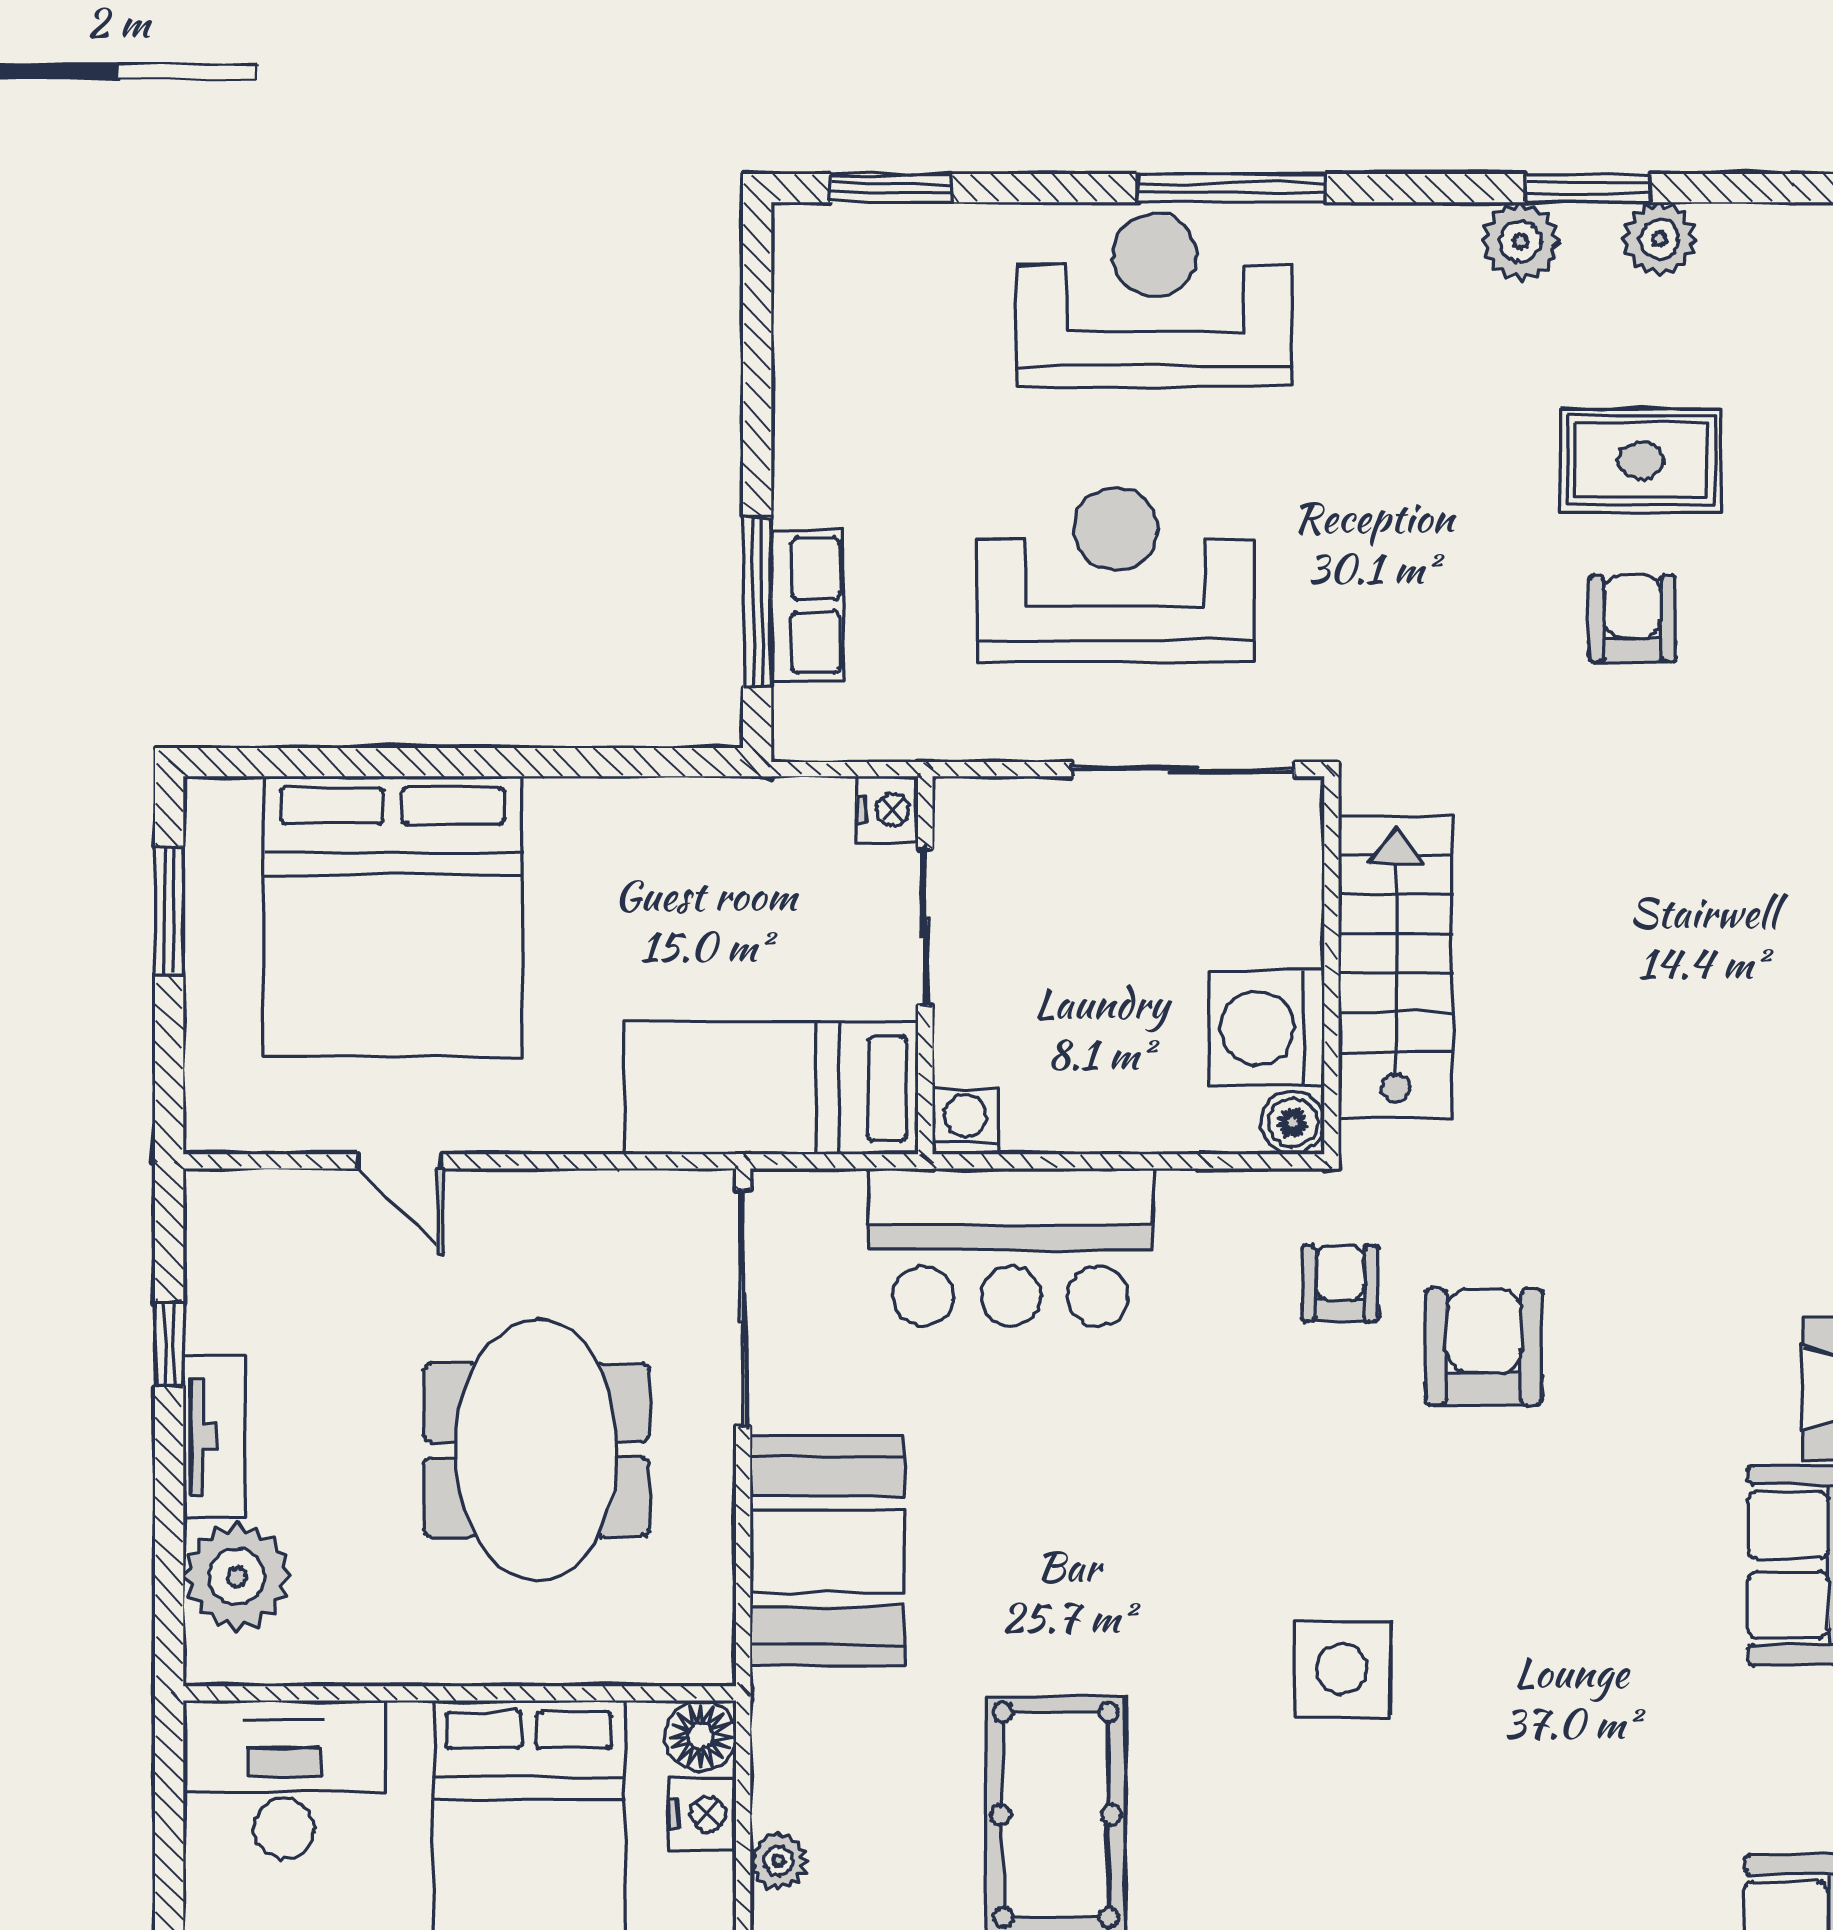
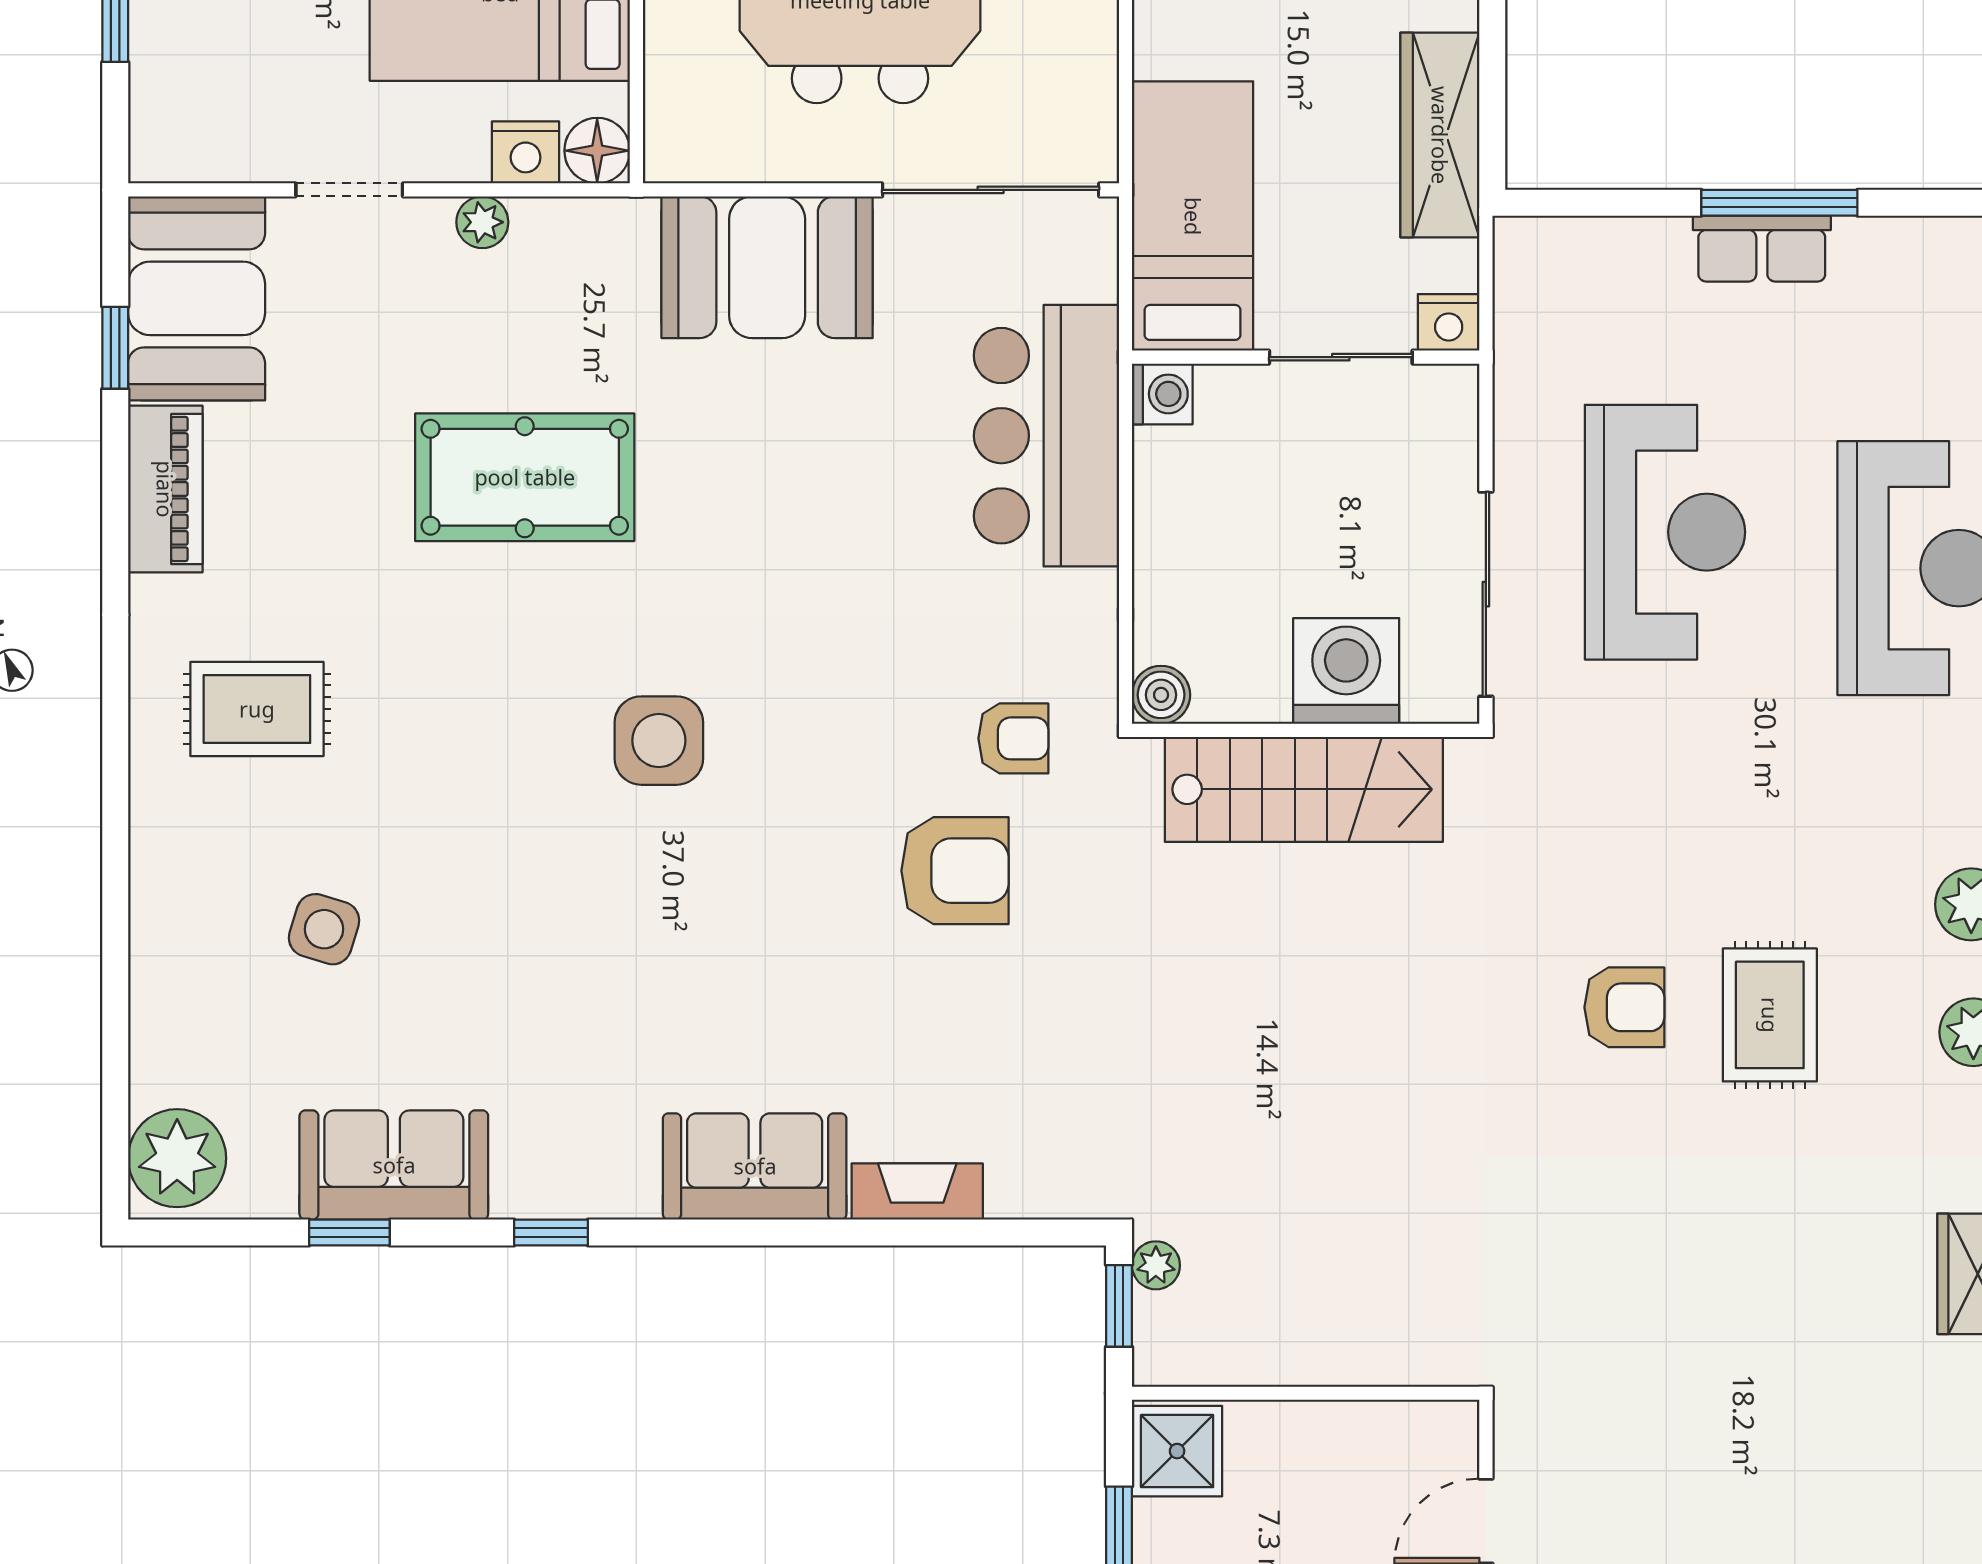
window: (757, 602) -> (1779, 203), moved
row of seats: (807, 606) -> (1762, 249), moved
wardrobe: (684, 819) -> (1440, 135), added
washing machine: (1267, 1028) -> (1346, 671), moved

